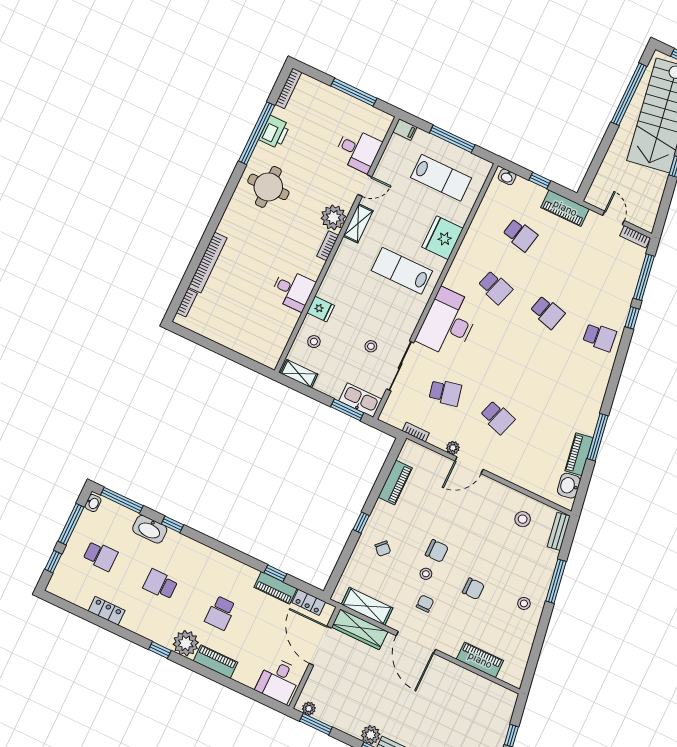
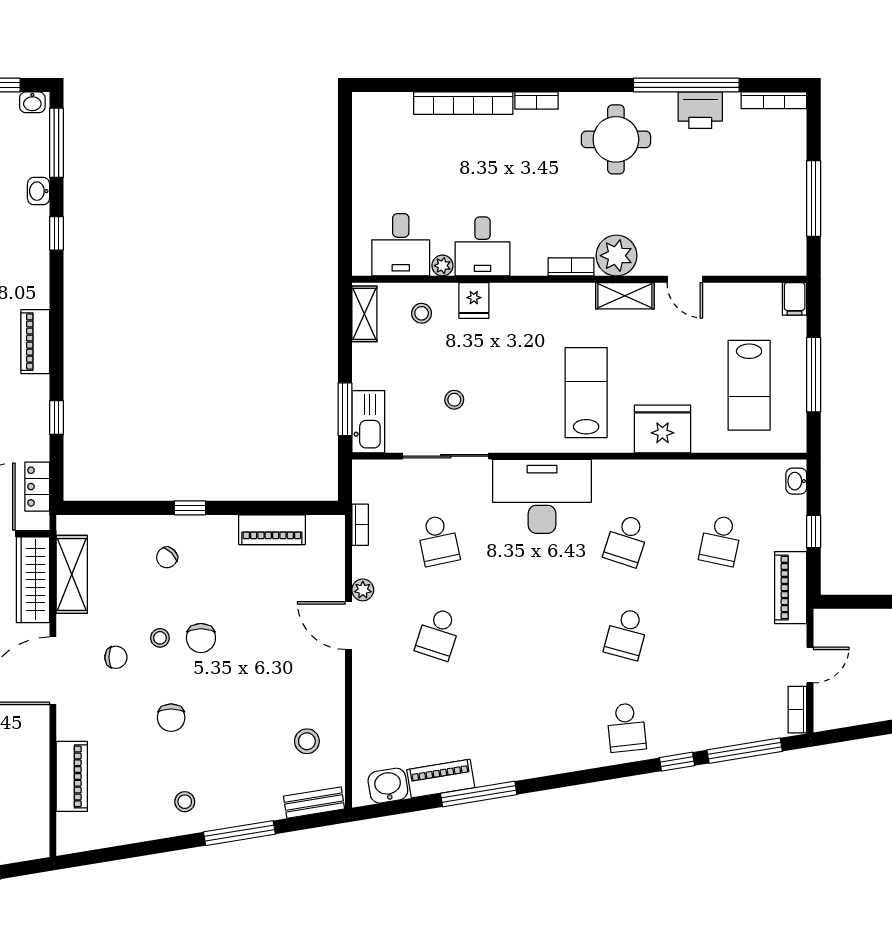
desk: (358, 150) -> (401, 245), moved
bookcase: (187, 303) -> (537, 101), moved
plant: (293, 317) -> (442, 266), added
washbasin: (150, 529) -> (38, 191), width x0.52, depth x0.69
piano: (275, 588) -> (35, 342), moved

